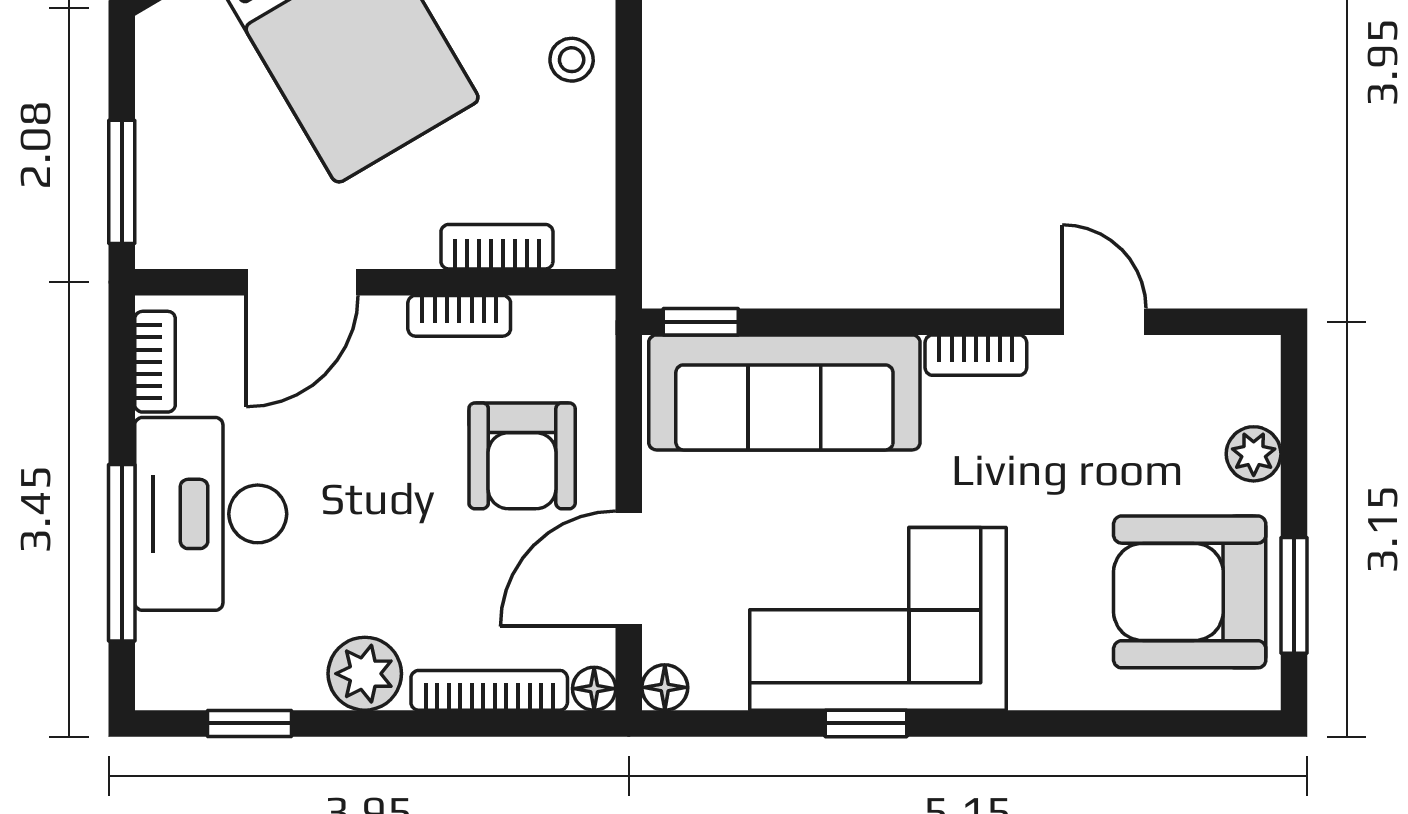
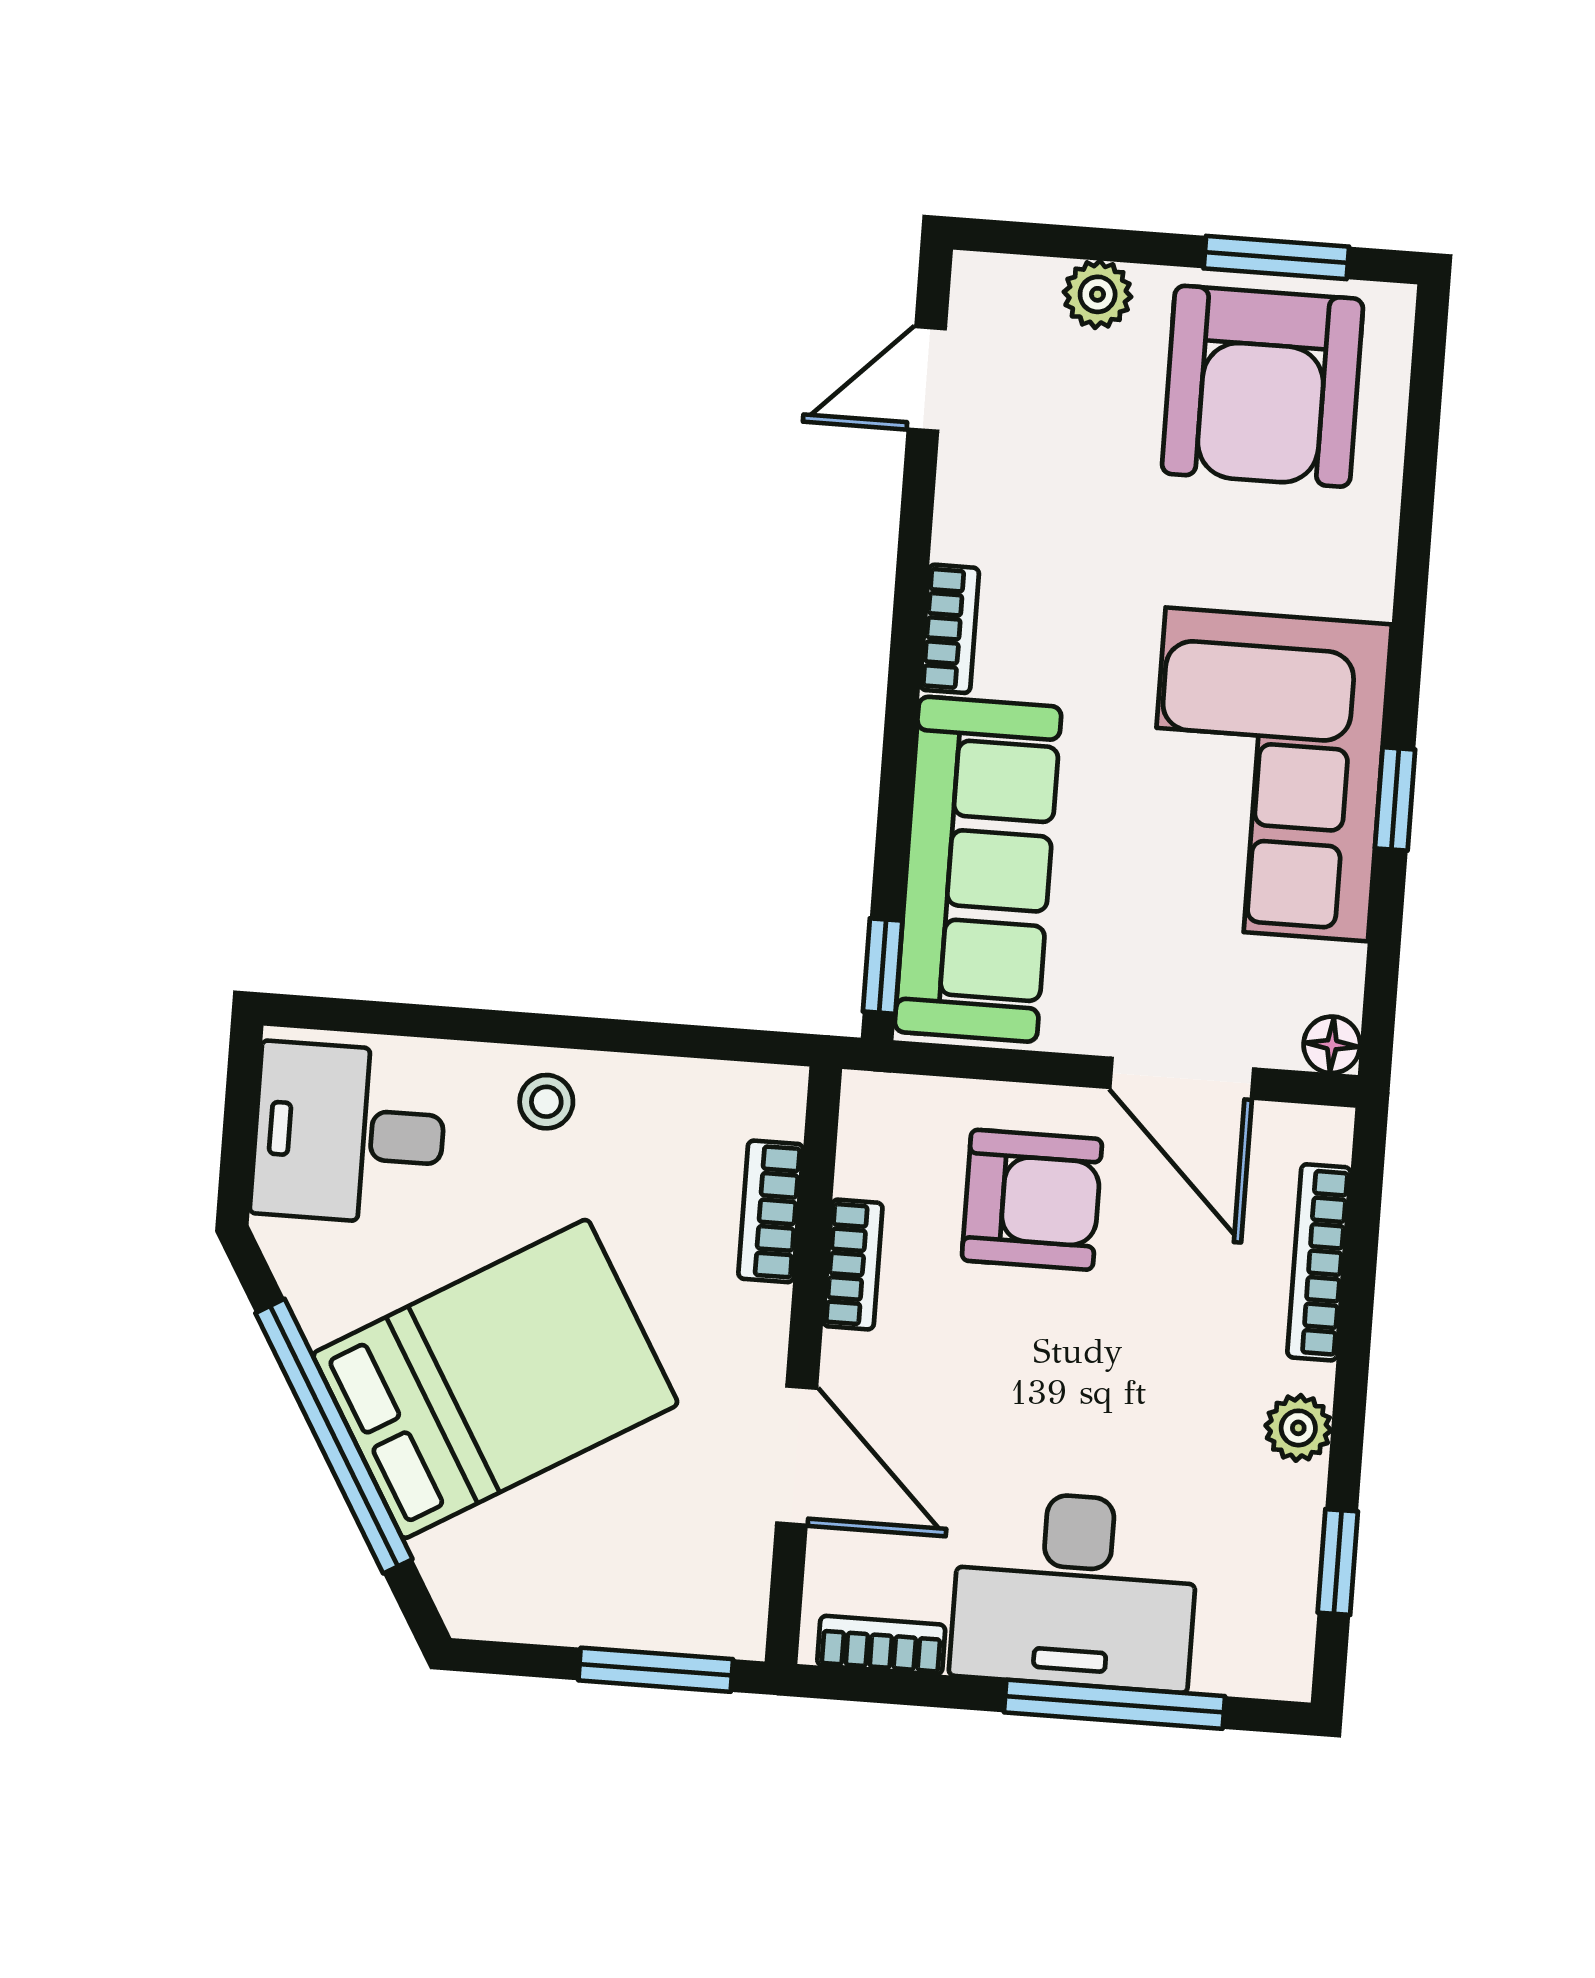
door: (1104, 322) -> (927, 379), moved
plant: (365, 674) -> (1298, 1428), width x0.73, depth x0.73
floor lamp: (594, 689) -> (1327, 1132), removed

